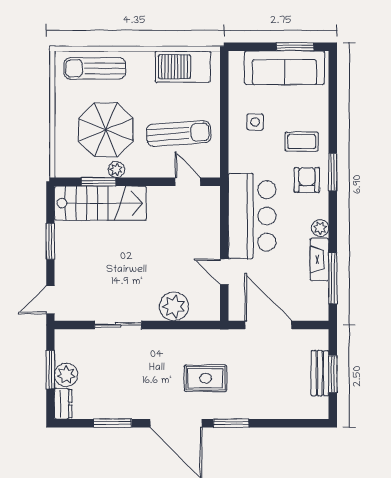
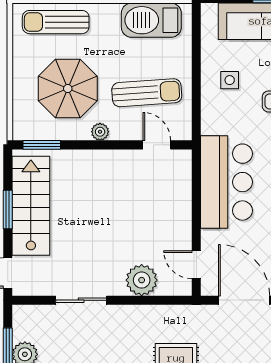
plant: (116, 170) -> (100, 132), moved
window: (99, 182) -> (42, 145), moved
stairs: (100, 203) -> (31, 206), moved, turned -90
door: (224, 272) -> (196, 265), moved

